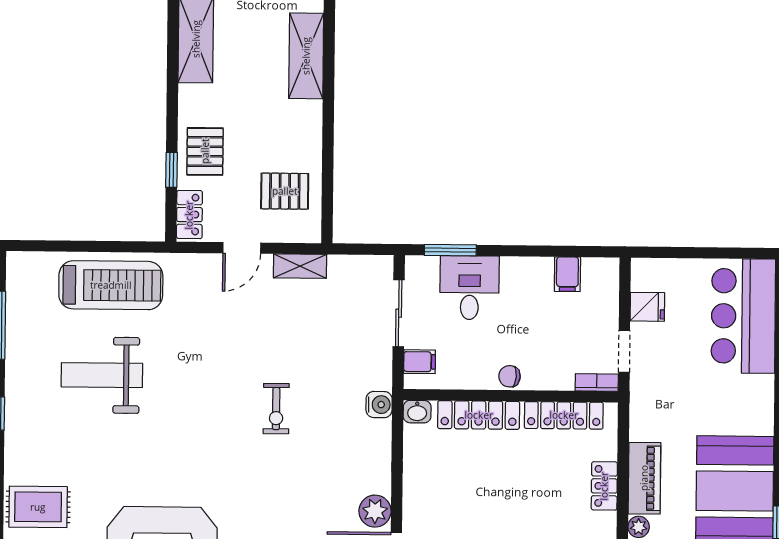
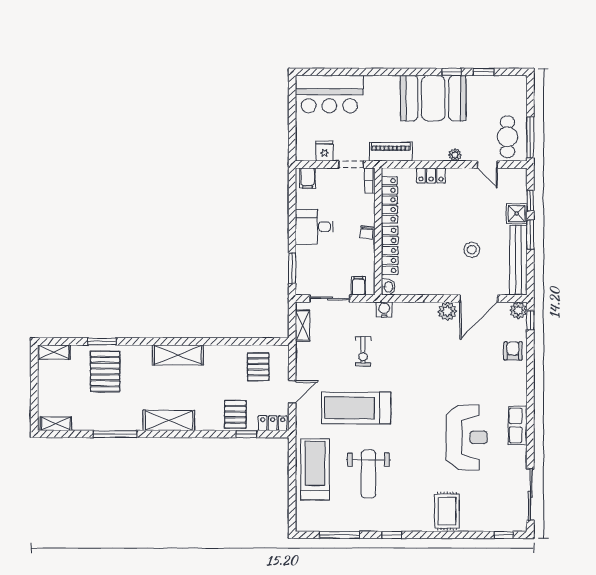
pallet: (205, 151) -> (235, 414), turned 90
door: (242, 248) -> (292, 392), hinge flipped
shelving: (300, 266) -> (303, 326), moved
filing cabinet: (567, 274) -> (308, 178), moved, turned 90
desk: (470, 288) -> (314, 227), moved
treadmill: (214, 356) -> (356, 408), added
exercise bike: (276, 409) -> (363, 351), moved, turned 90
piano: (644, 478) -> (391, 152), moved

